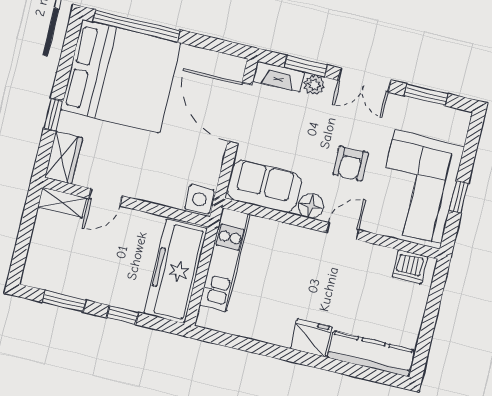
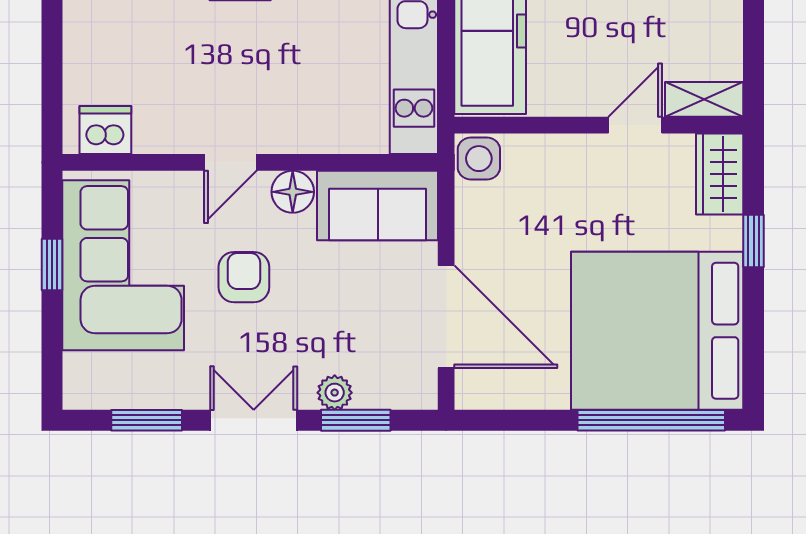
fireplace: (279, 77) -> (397, 392), removed

